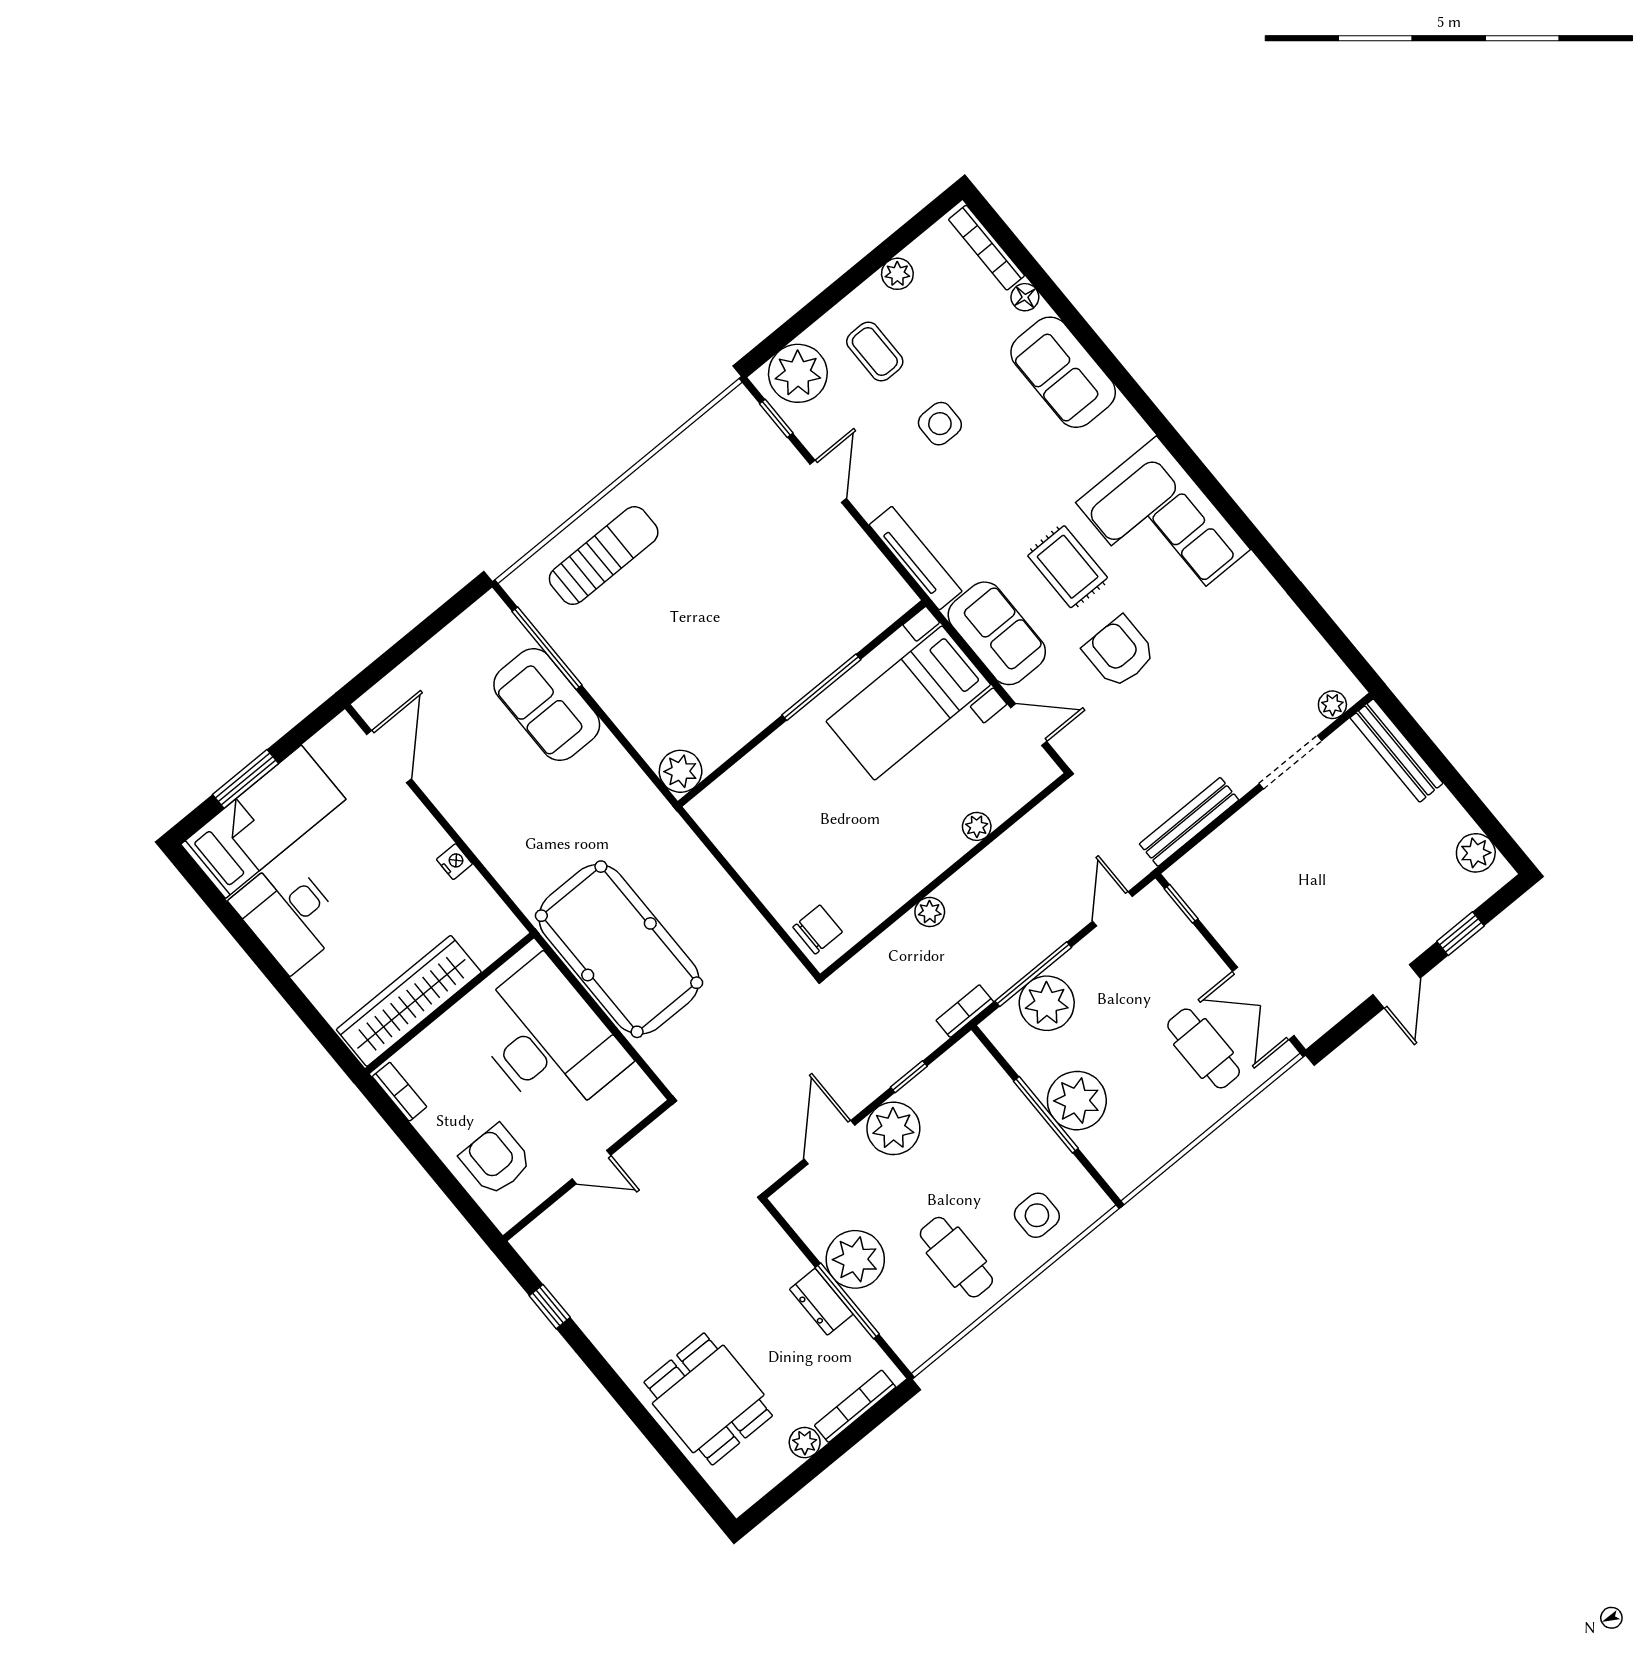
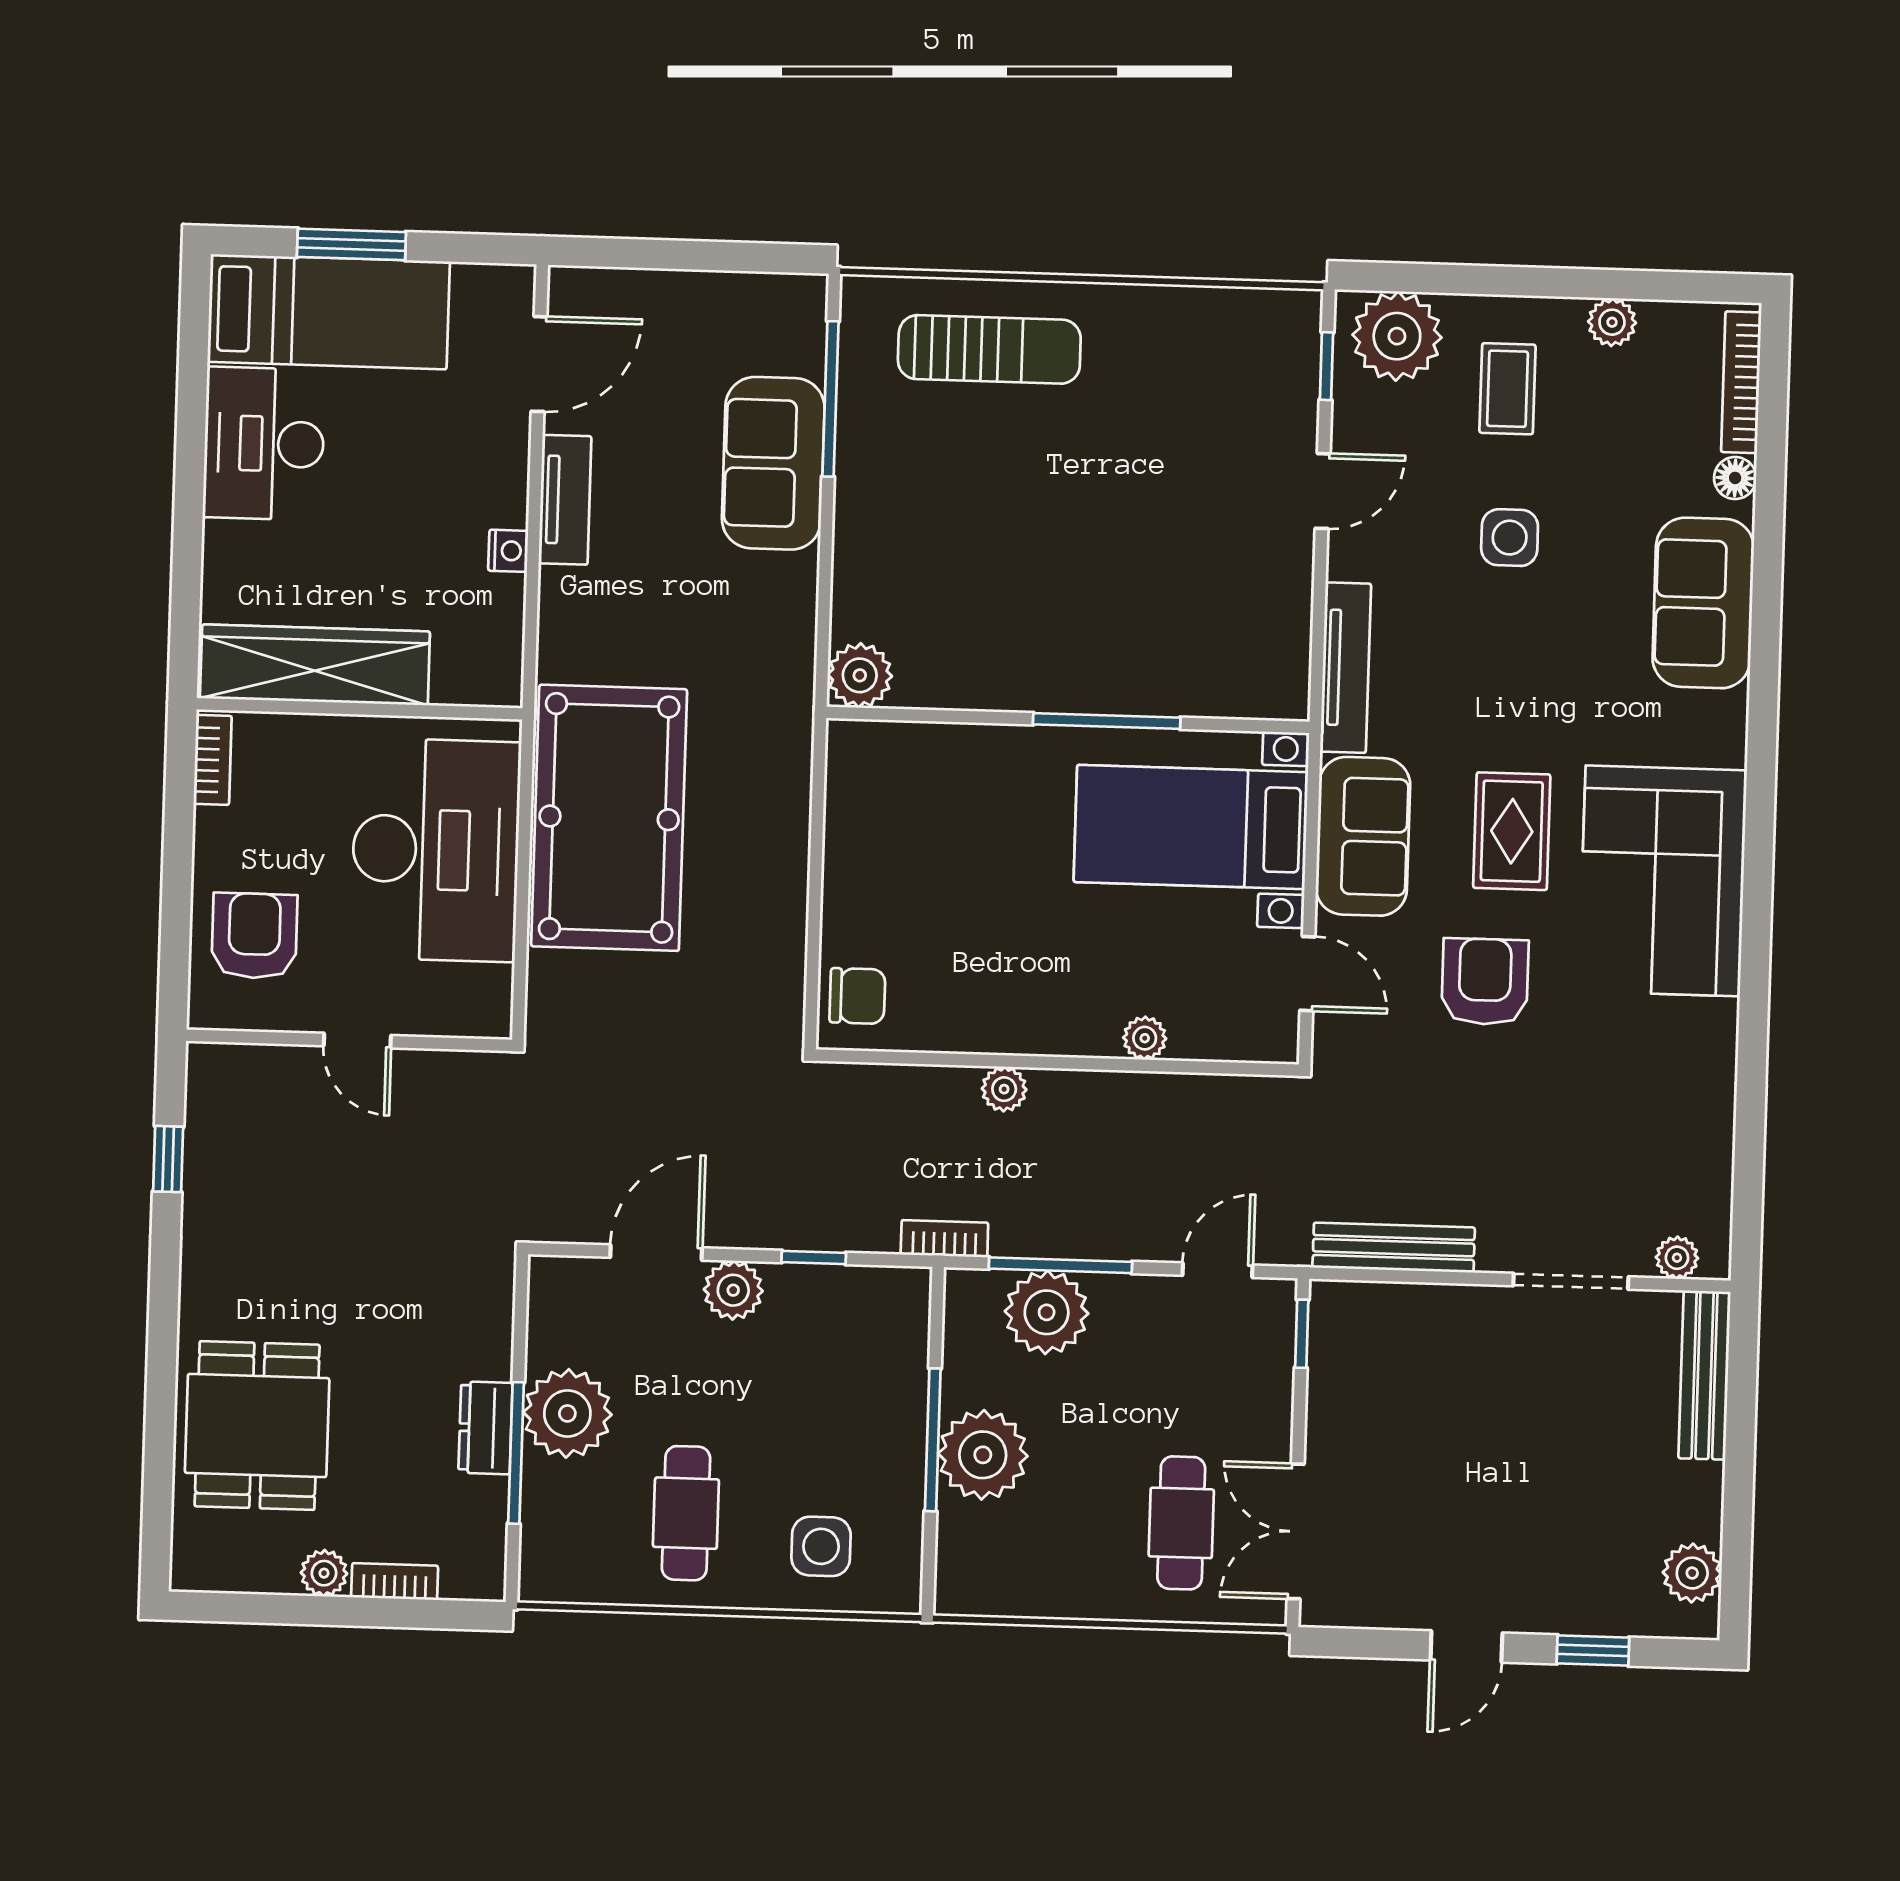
tv unit: (460, 812) -> (565, 500), added
plant: (893, 1128) -> (733, 1290), width x0.73, depth x0.73
bookcase: (855, 1406) -> (395, 1582), width x0.64

